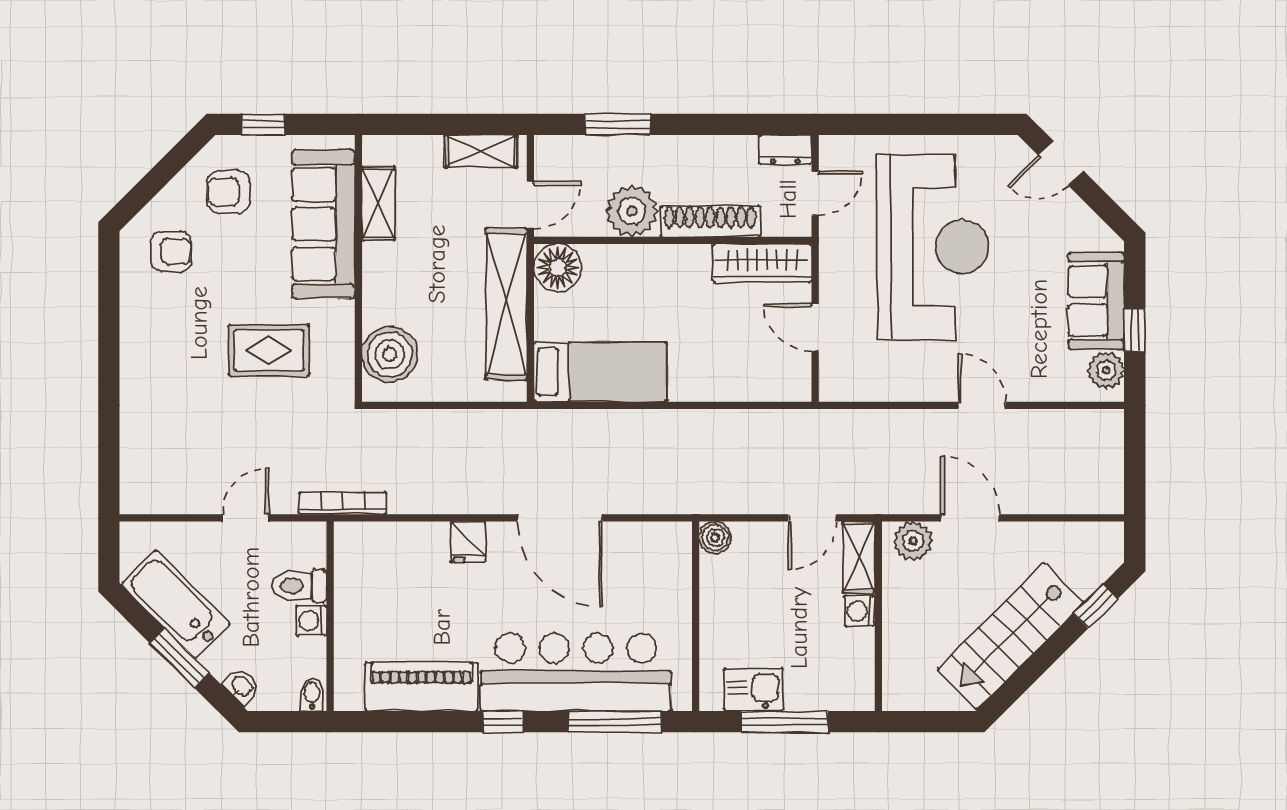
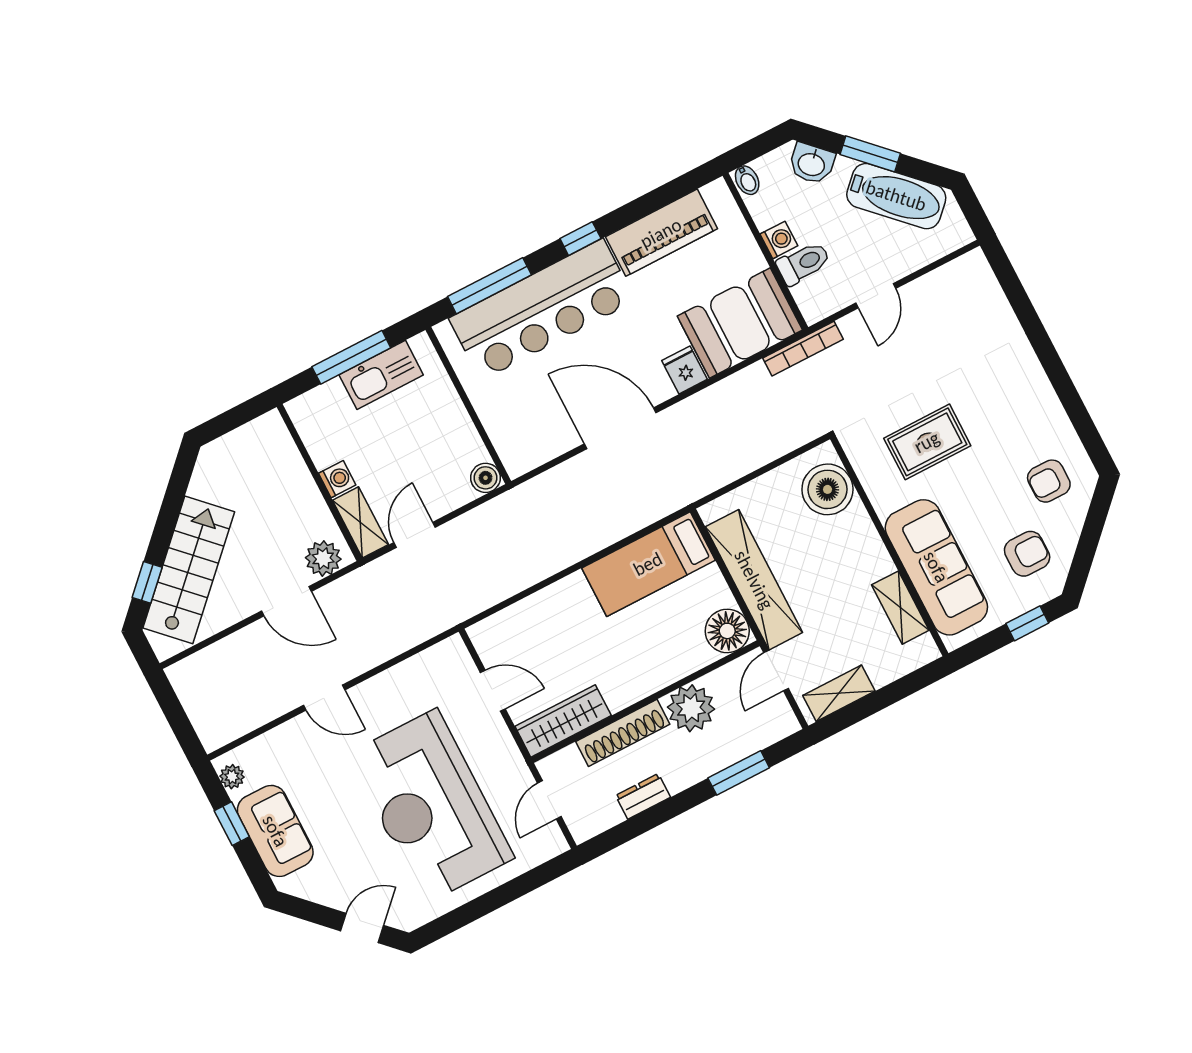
dresser: (785, 150) -> (643, 796), moved
plant: (1106, 370) -> (232, 777), width x0.73, depth x0.73
booth: (391, 560) -> (740, 323), added
stairs: (1010, 636) -> (189, 570), moved
washbasin: (242, 687) -> (812, 164), width x1.38, depth x1.45
kitchen sink: (753, 690) -> (381, 375), width x1.38

